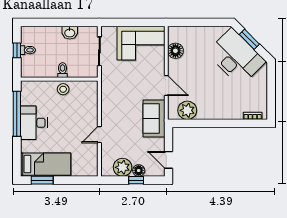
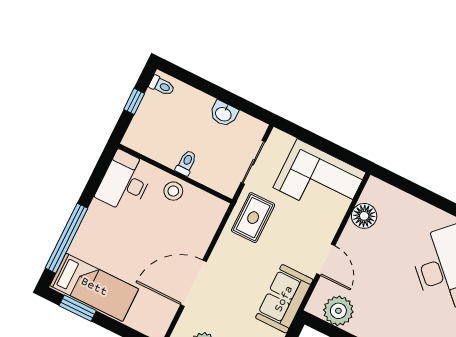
toilet: (28, 50) -> (162, 86), moved
rug: (115, 82) -> (253, 218), added
window: (17, 114) -> (67, 238), moved
desk: (34, 123) -> (125, 182), moved
door: (99, 135) -> (194, 283), width x1.87

